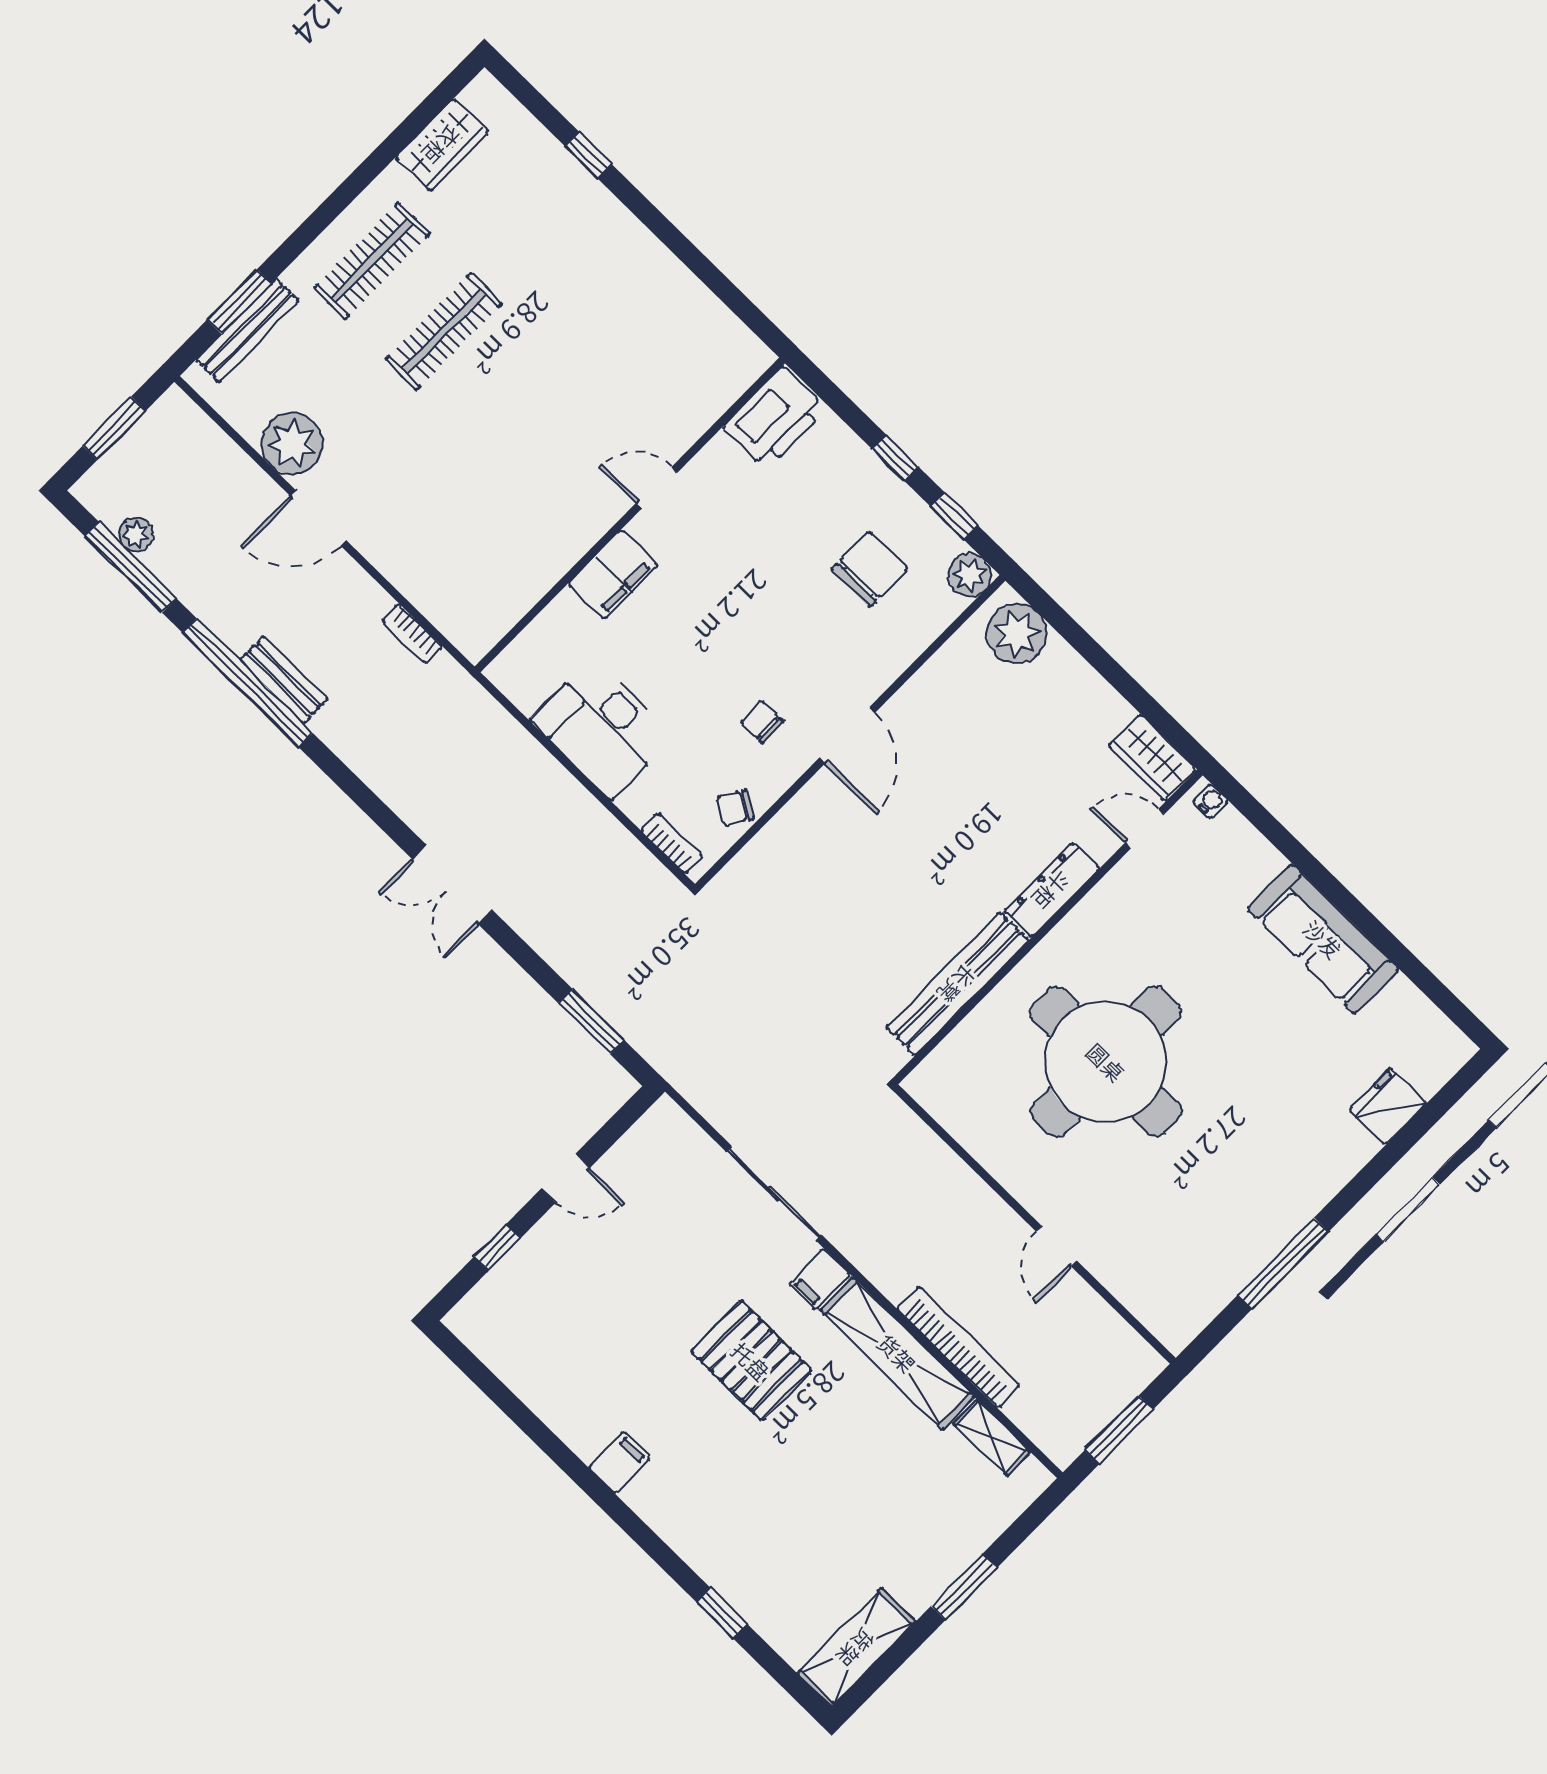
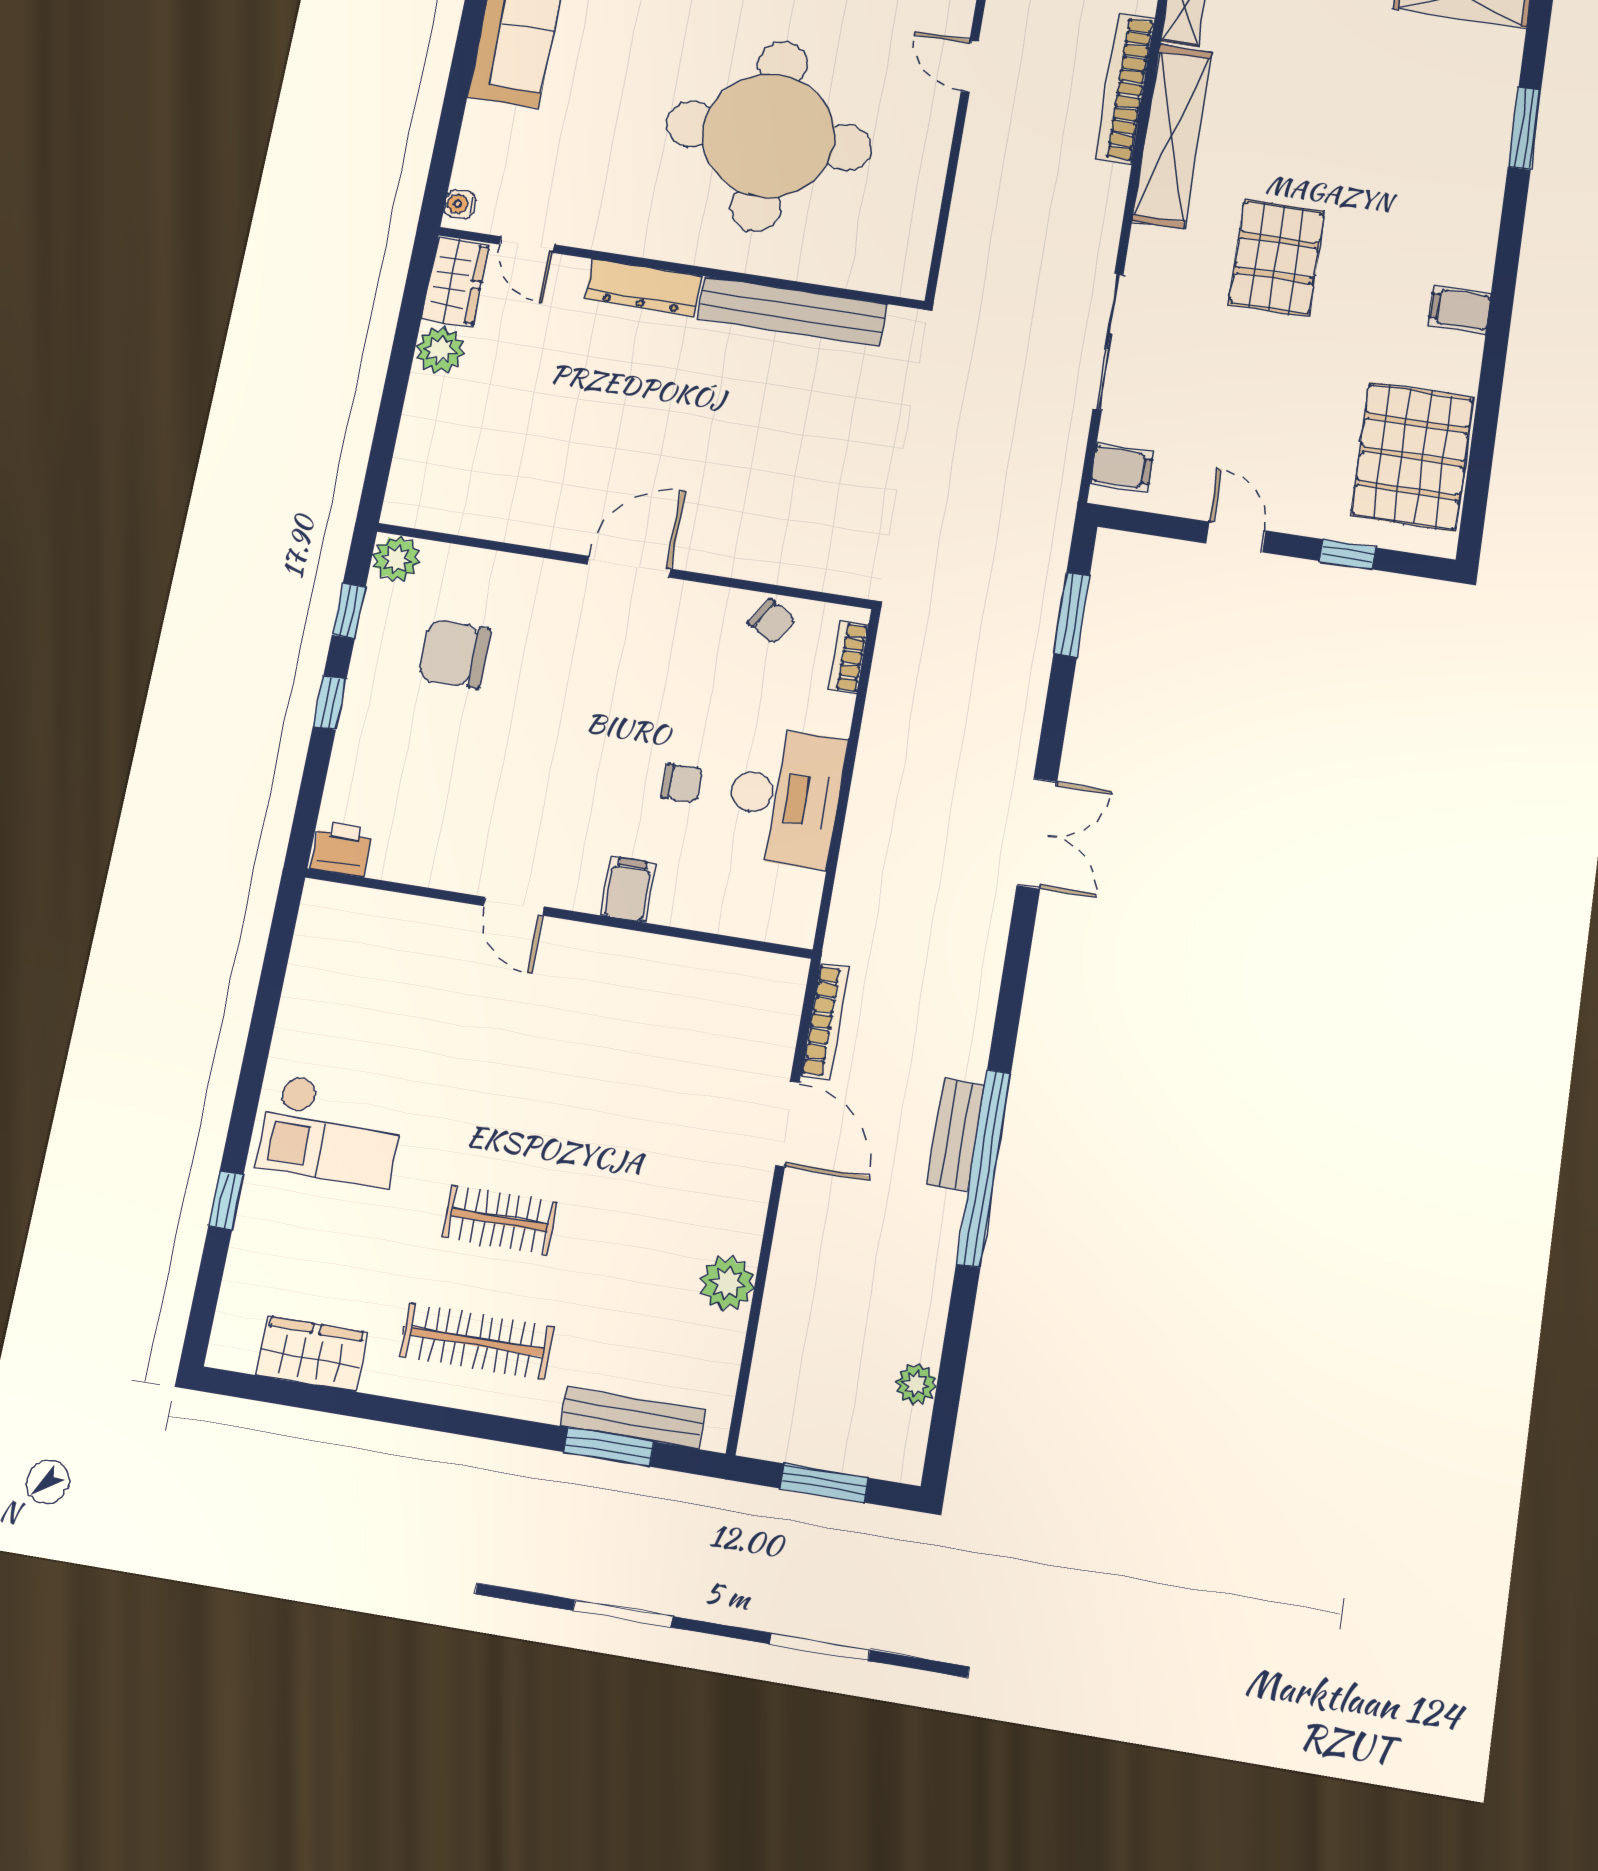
checkout: (586, 258) -> (331, 1131), added
clothes rail: (444, 331) -> (500, 1220), width x0.73
printer: (775, 418) -> (342, 849), width x0.53, depth x0.68
plant: (292, 444) -> (727, 1283), width x0.73, depth x0.73
door: (318, 518) -> (787, 1124), moved
window: (131, 567) -> (952, 1366), removed
filing cabinet: (613, 575) -> (628, 890), width x0.50
bookcase: (412, 634) -> (825, 1021), width x1.56
plant: (1017, 634) -> (440, 350), moved, width x0.73, depth x0.73
chair: (762, 722) -> (682, 783), moved, turned -89
door: (1057, 1246) -> (970, 66), swing flipped
filing cabinet: (820, 1279) -> (1122, 467), moved
pallet: (536, 1347) -> (1412, 456), added
window: (722, 1613) -> (1525, 128), width x1.50

